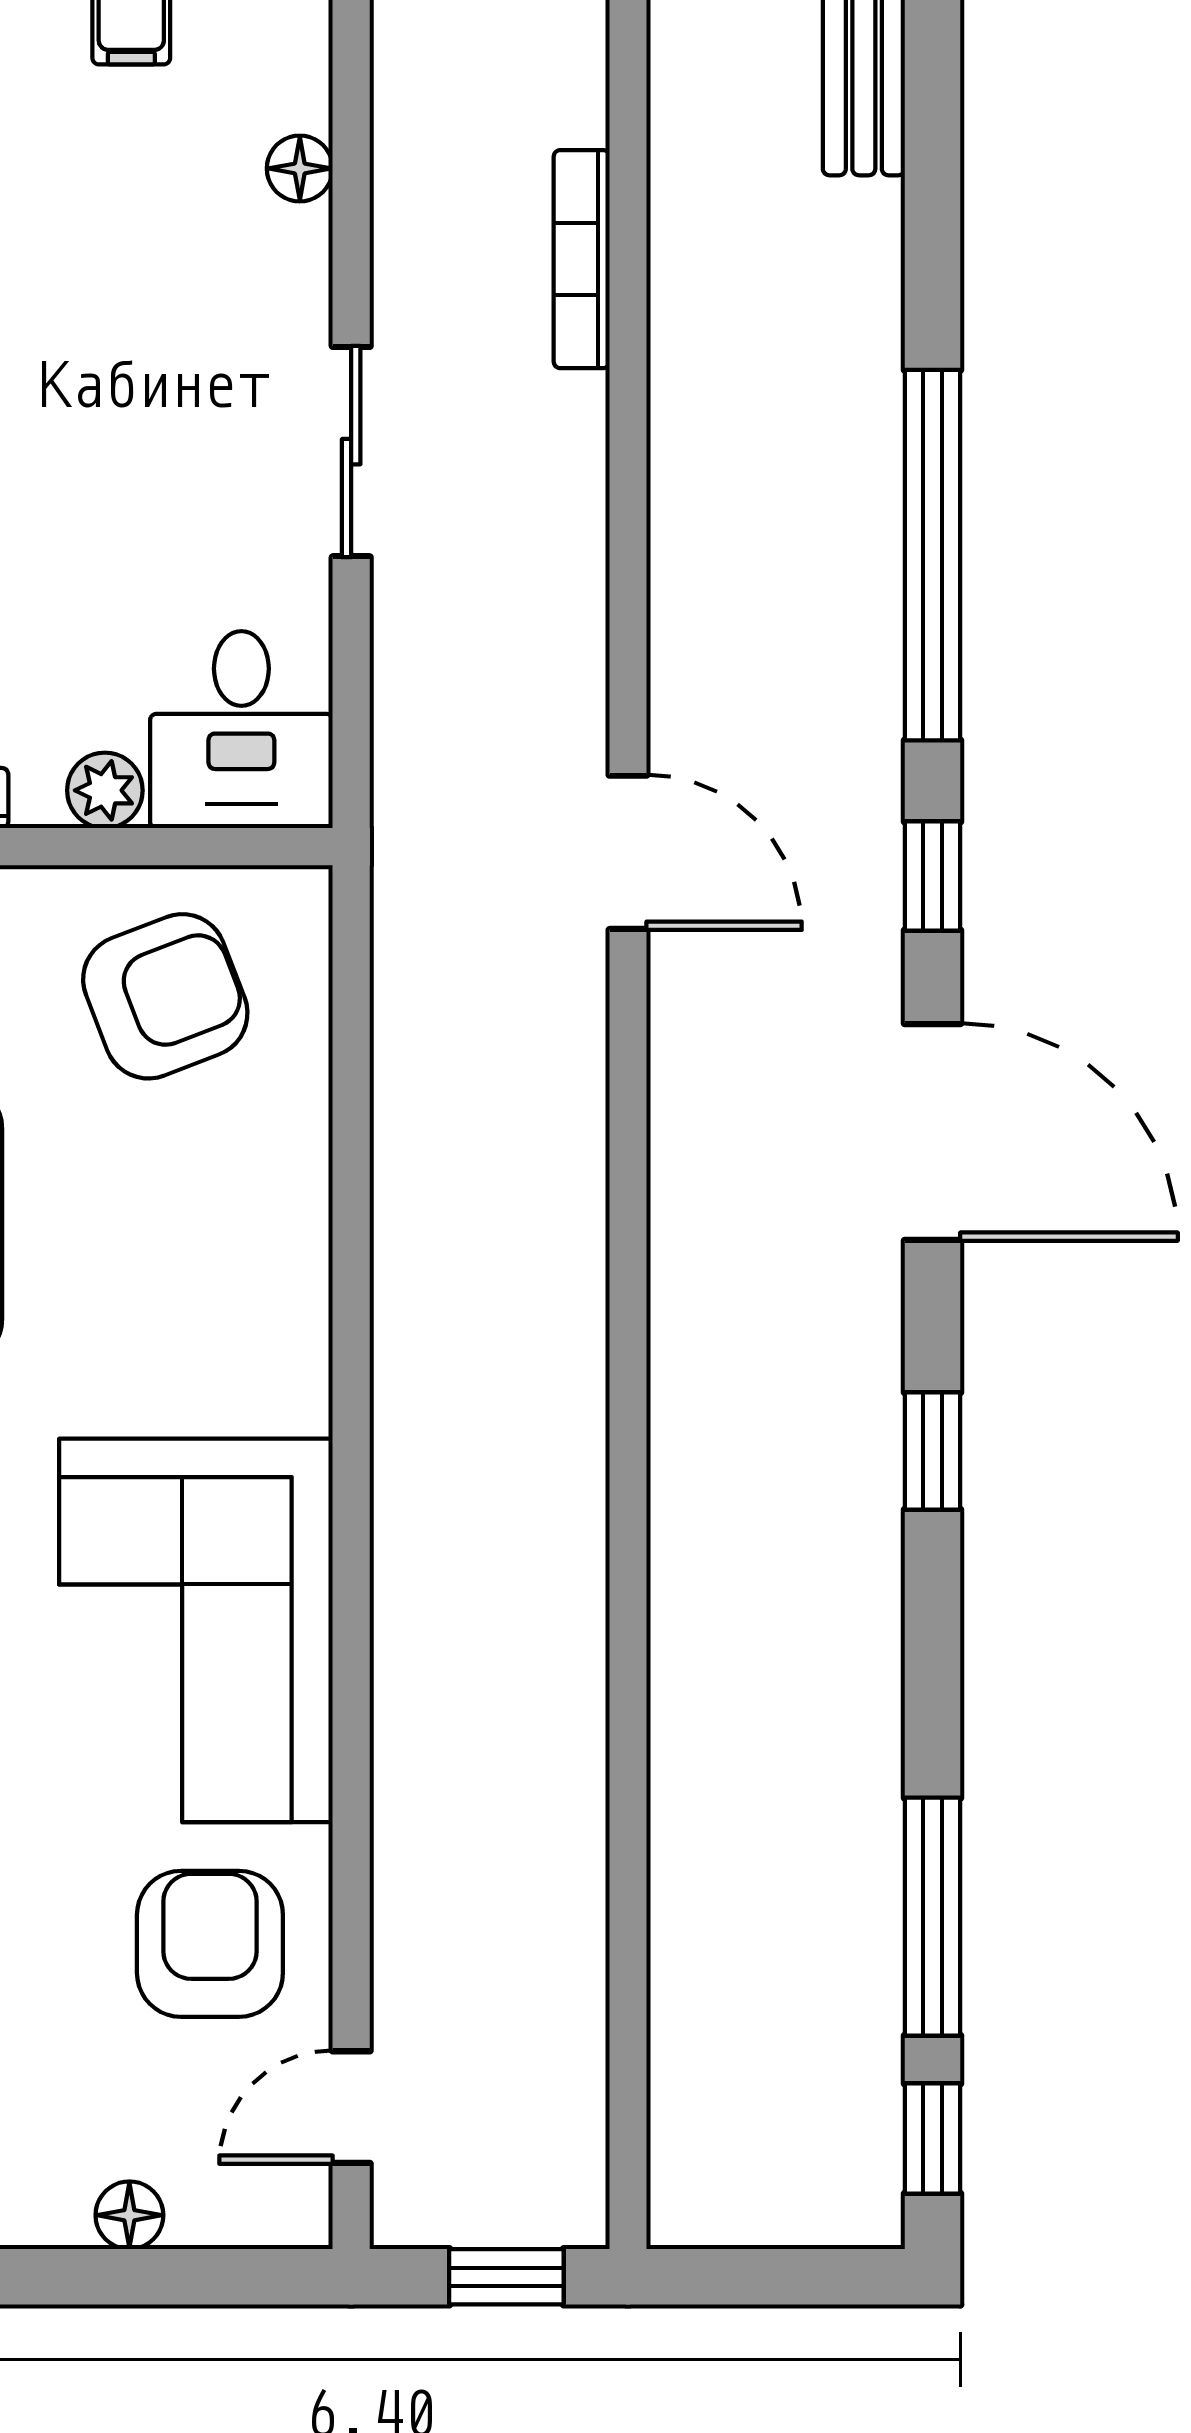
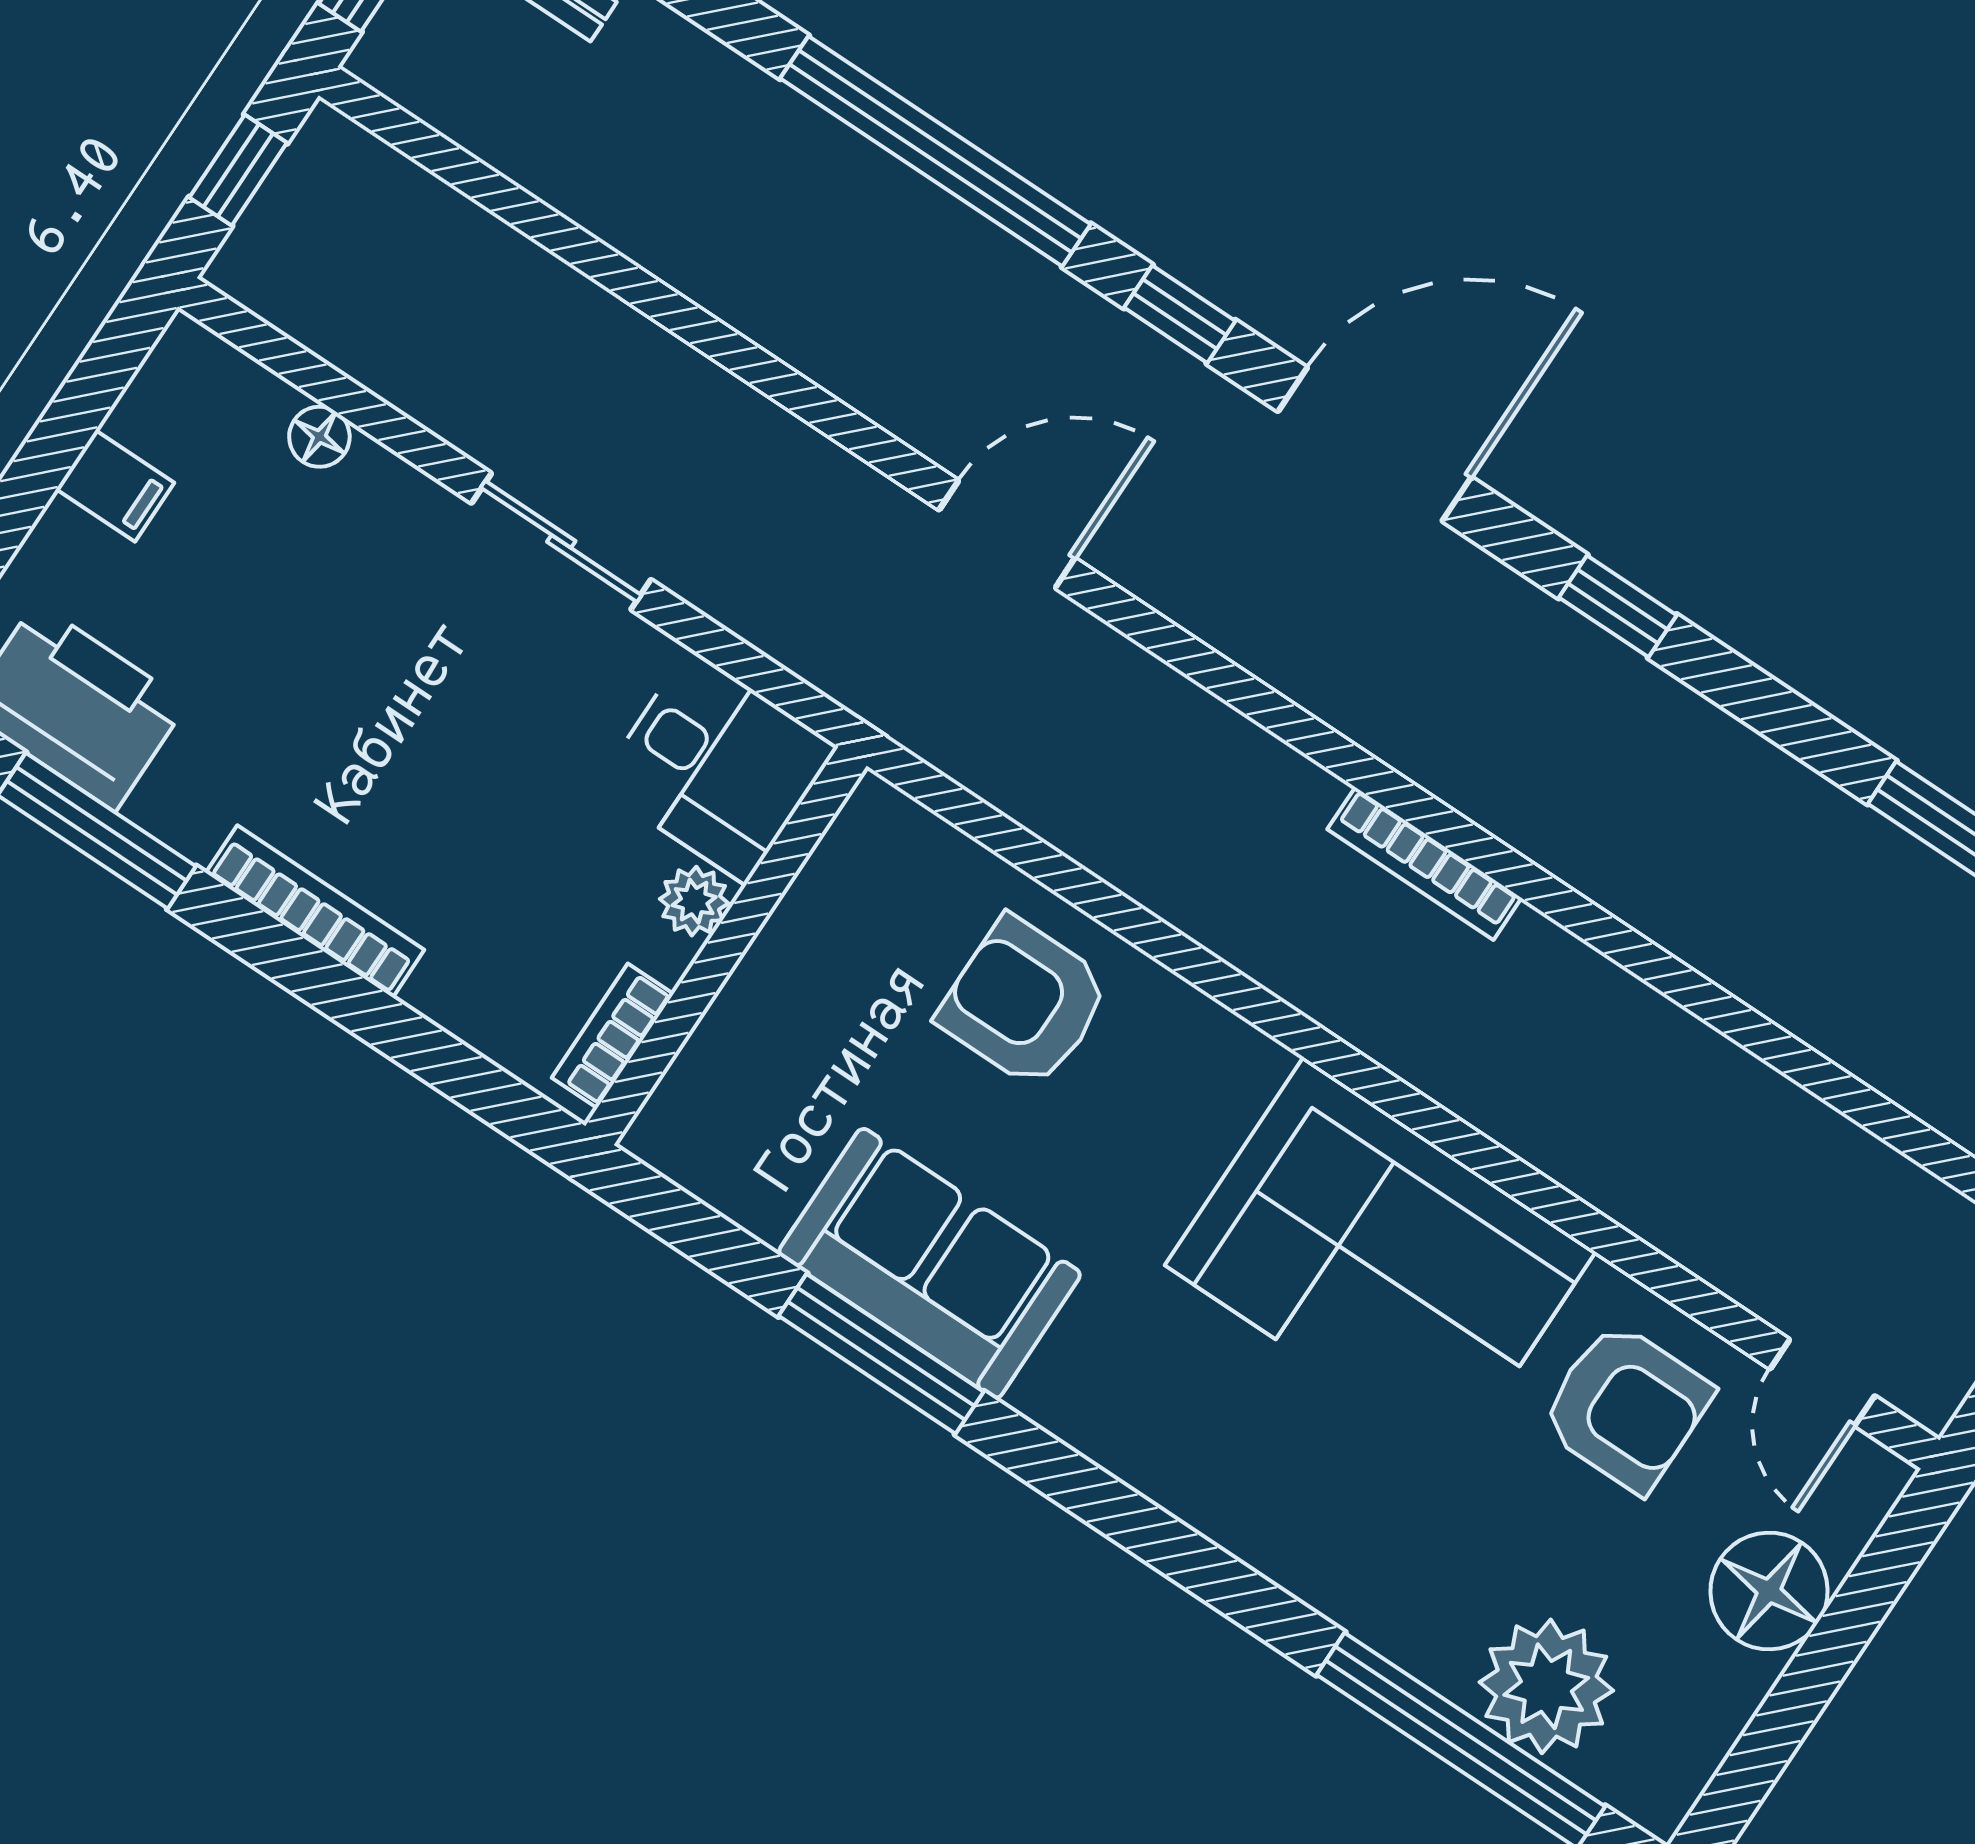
bookcase: (582, 259) -> (1424, 863), moved
armchair: (165, 996) -> (1024, 1003), moved, turned -69
armchair: (210, 1944) -> (1626, 1407), turned 180
floor lamp: (129, 2215) -> (1769, 1591), width x1.89, depth x1.89

